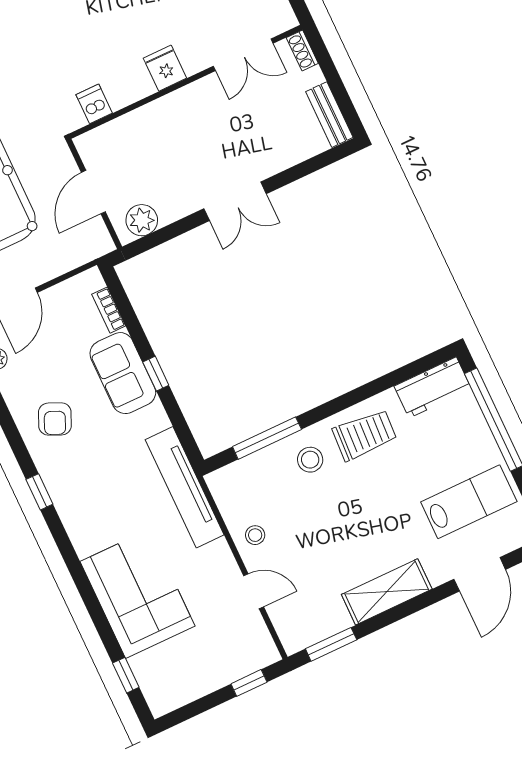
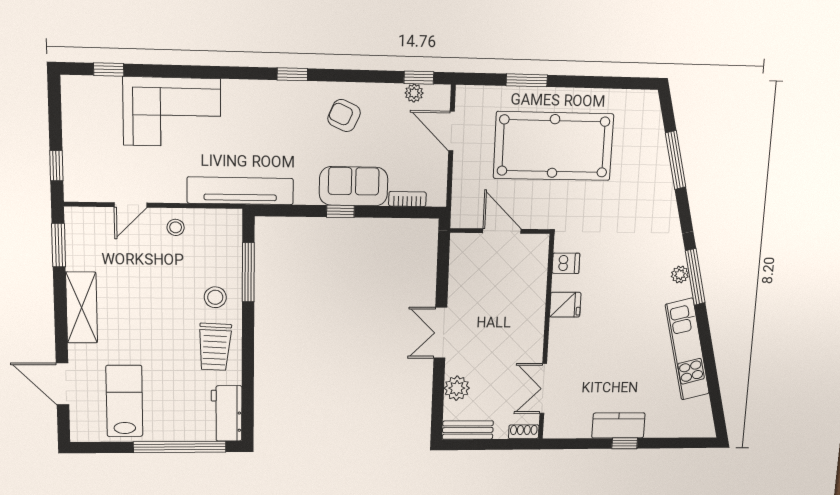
fridge: (165, 68) -> (565, 305), moved
plant: (142, 220) -> (457, 388), moved
lab bench: (469, 502) -> (124, 401), turned 180

